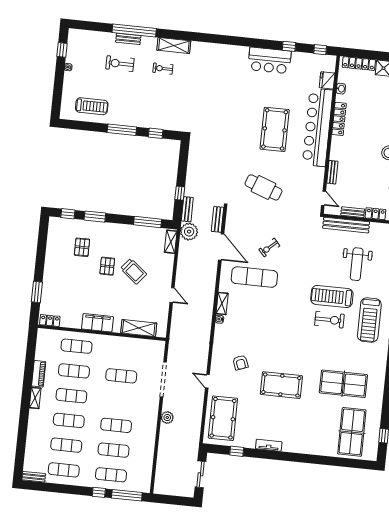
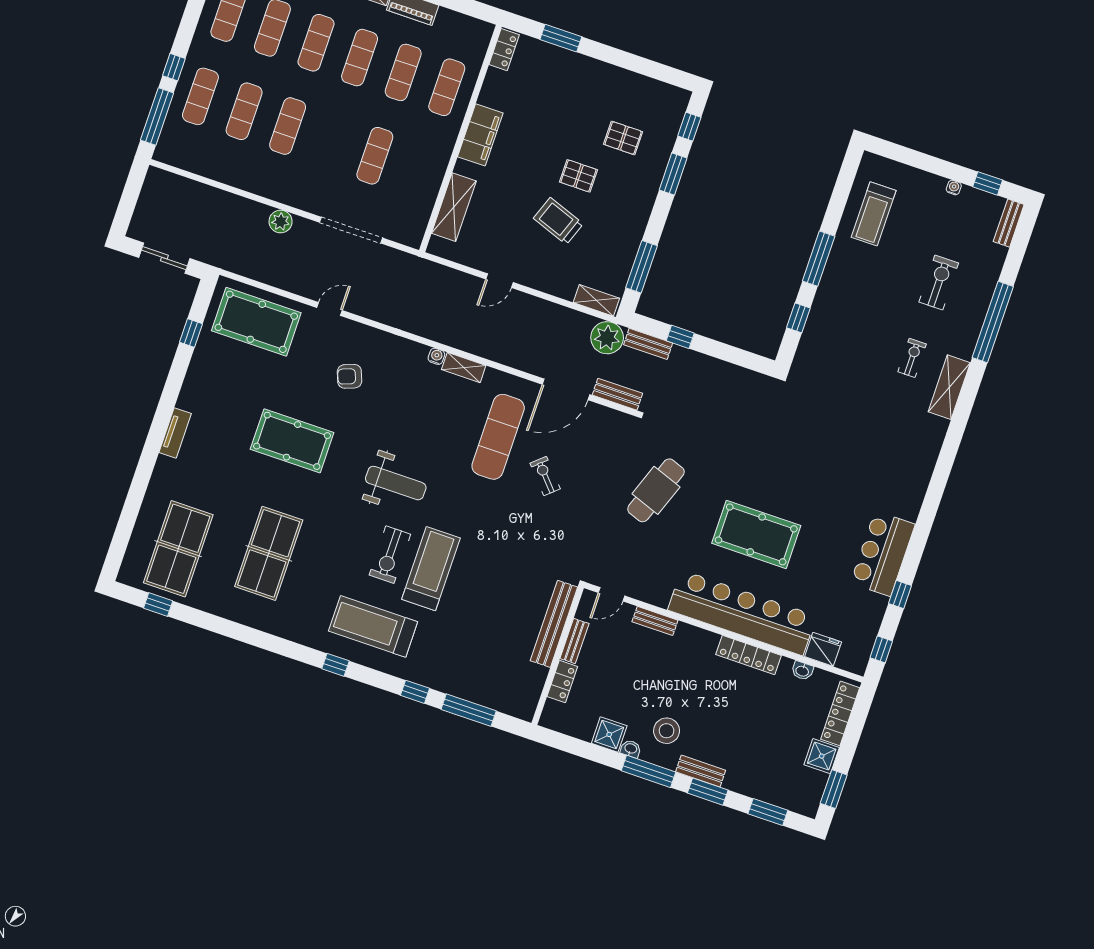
bench: (128, 39) -> (1009, 223), moved
weight bench: (357, 264) -> (396, 483), moved, turned 180
trolley: (133, 271) -> (558, 221), turned 71
pool table: (281, 385) -> (292, 441), turned 90
table tennis table: (352, 432) -> (178, 549), turned 90
tv unit: (269, 445) -> (175, 433), moved

